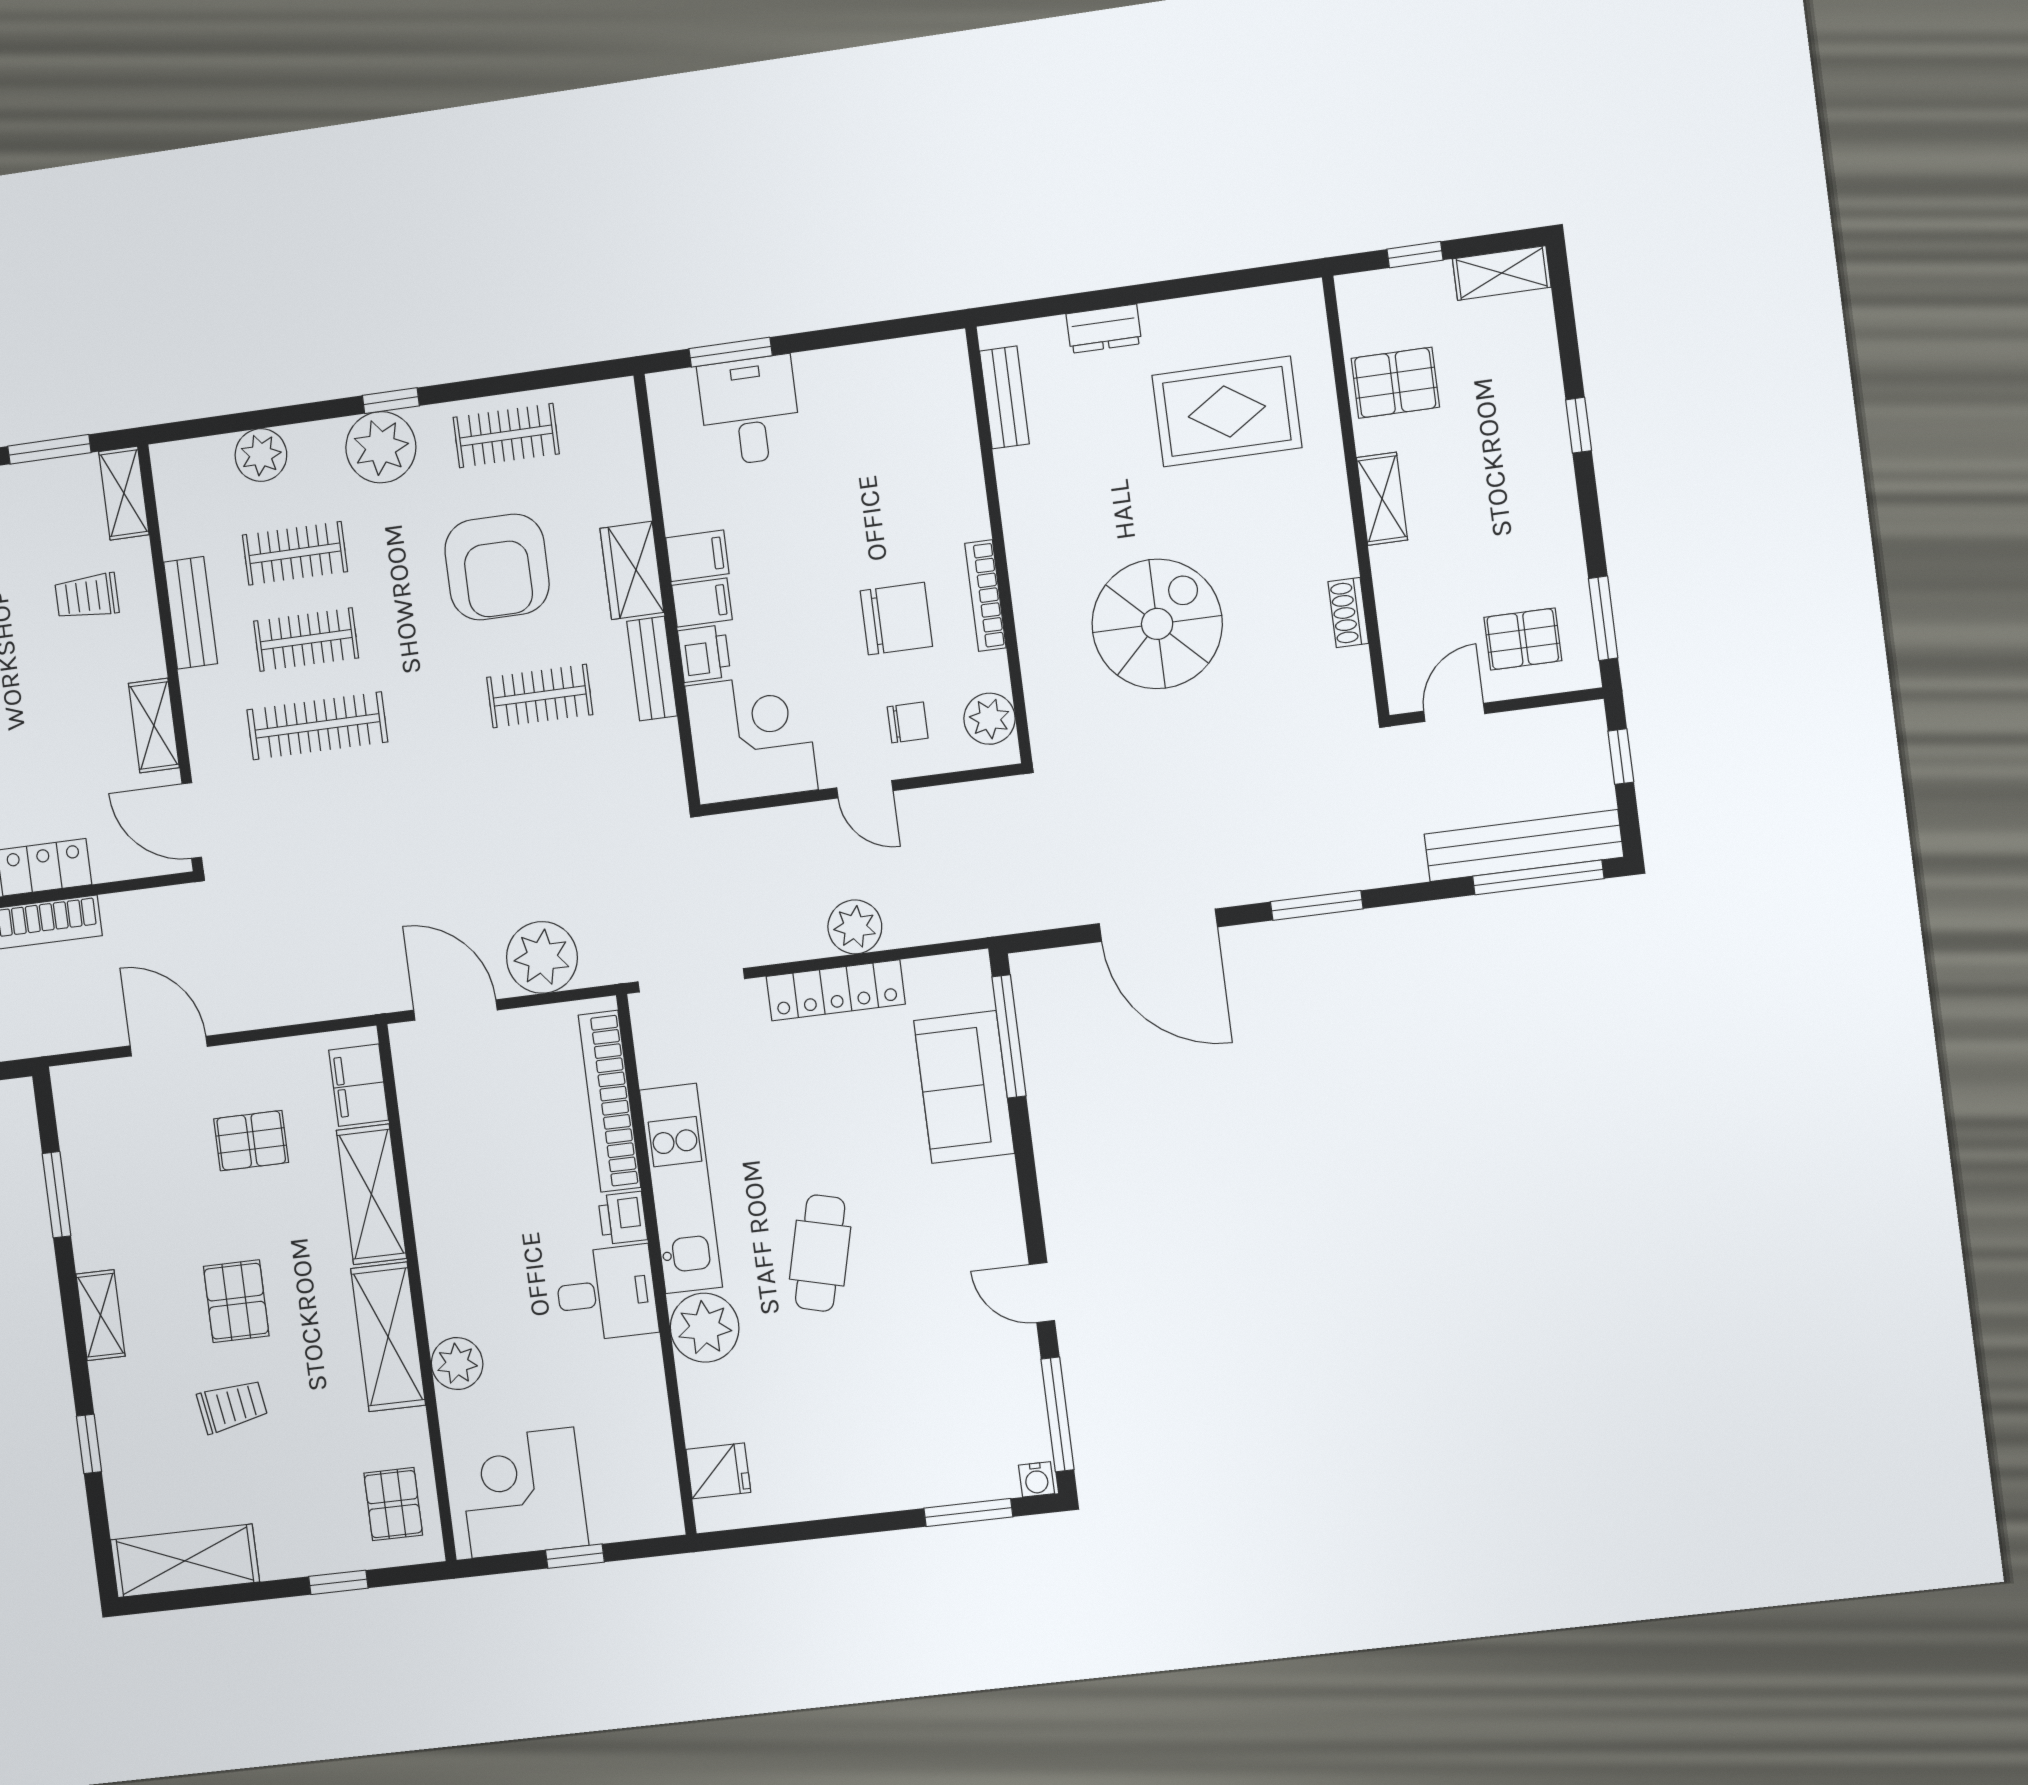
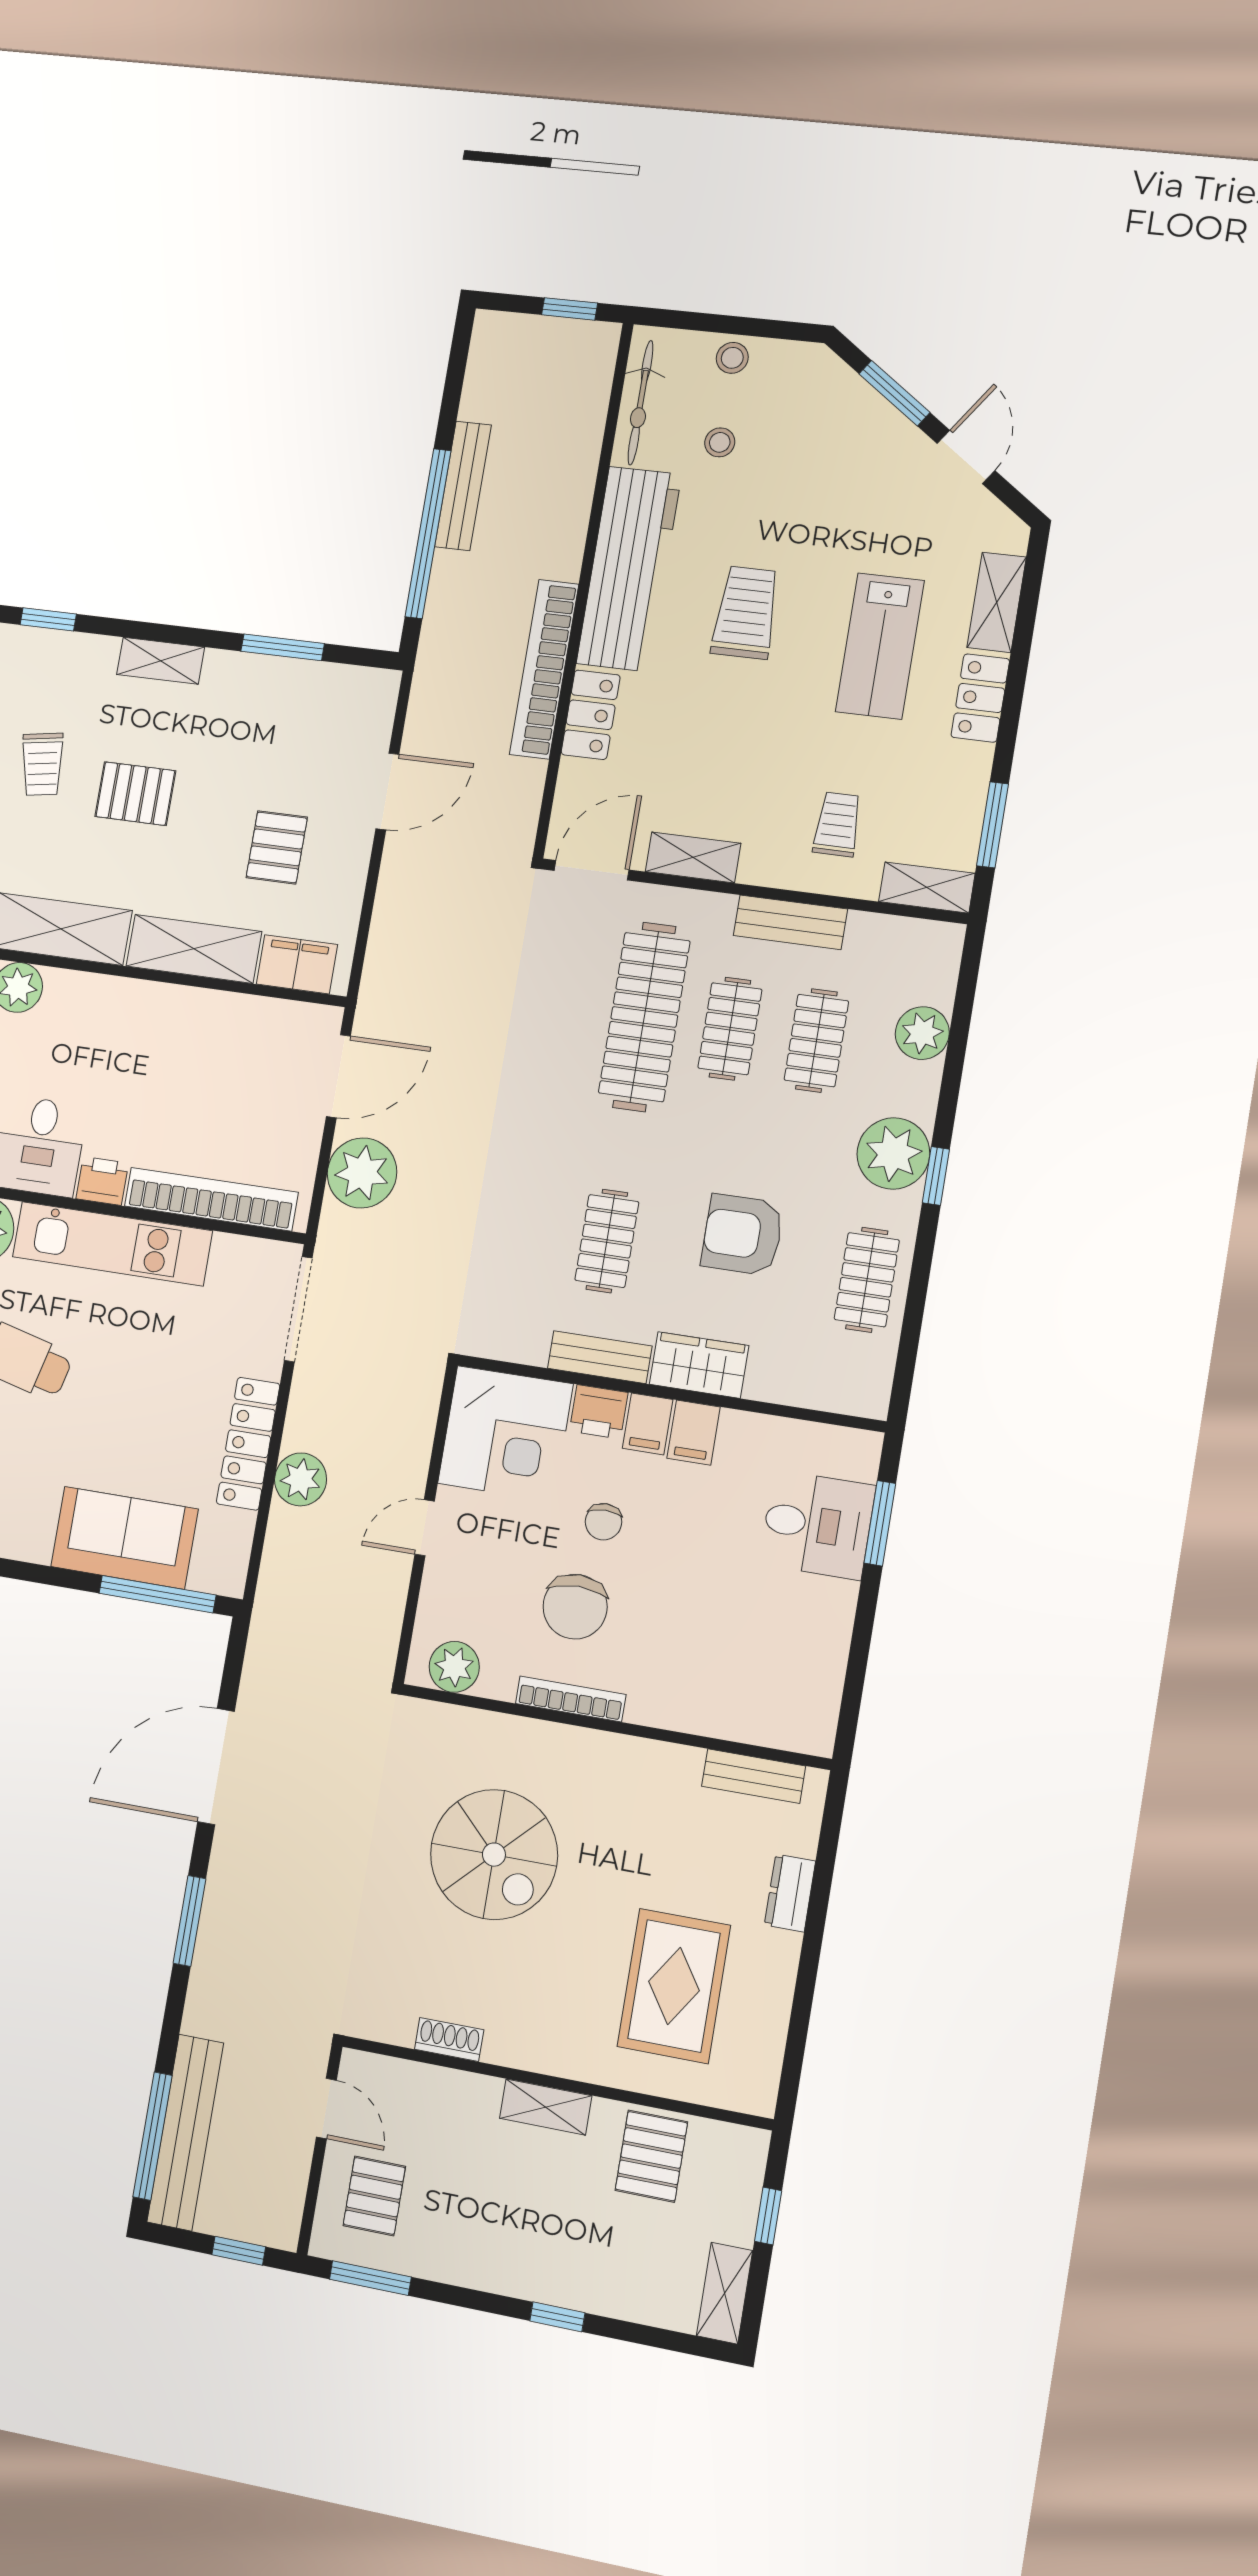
armchair: (497, 567) -> (743, 1235), width x0.73, depth x0.73
chair: (908, 723) -> (604, 1522), moved
clothes rail: (317, 726) -> (644, 1017), width x1.37, depth x1.31

